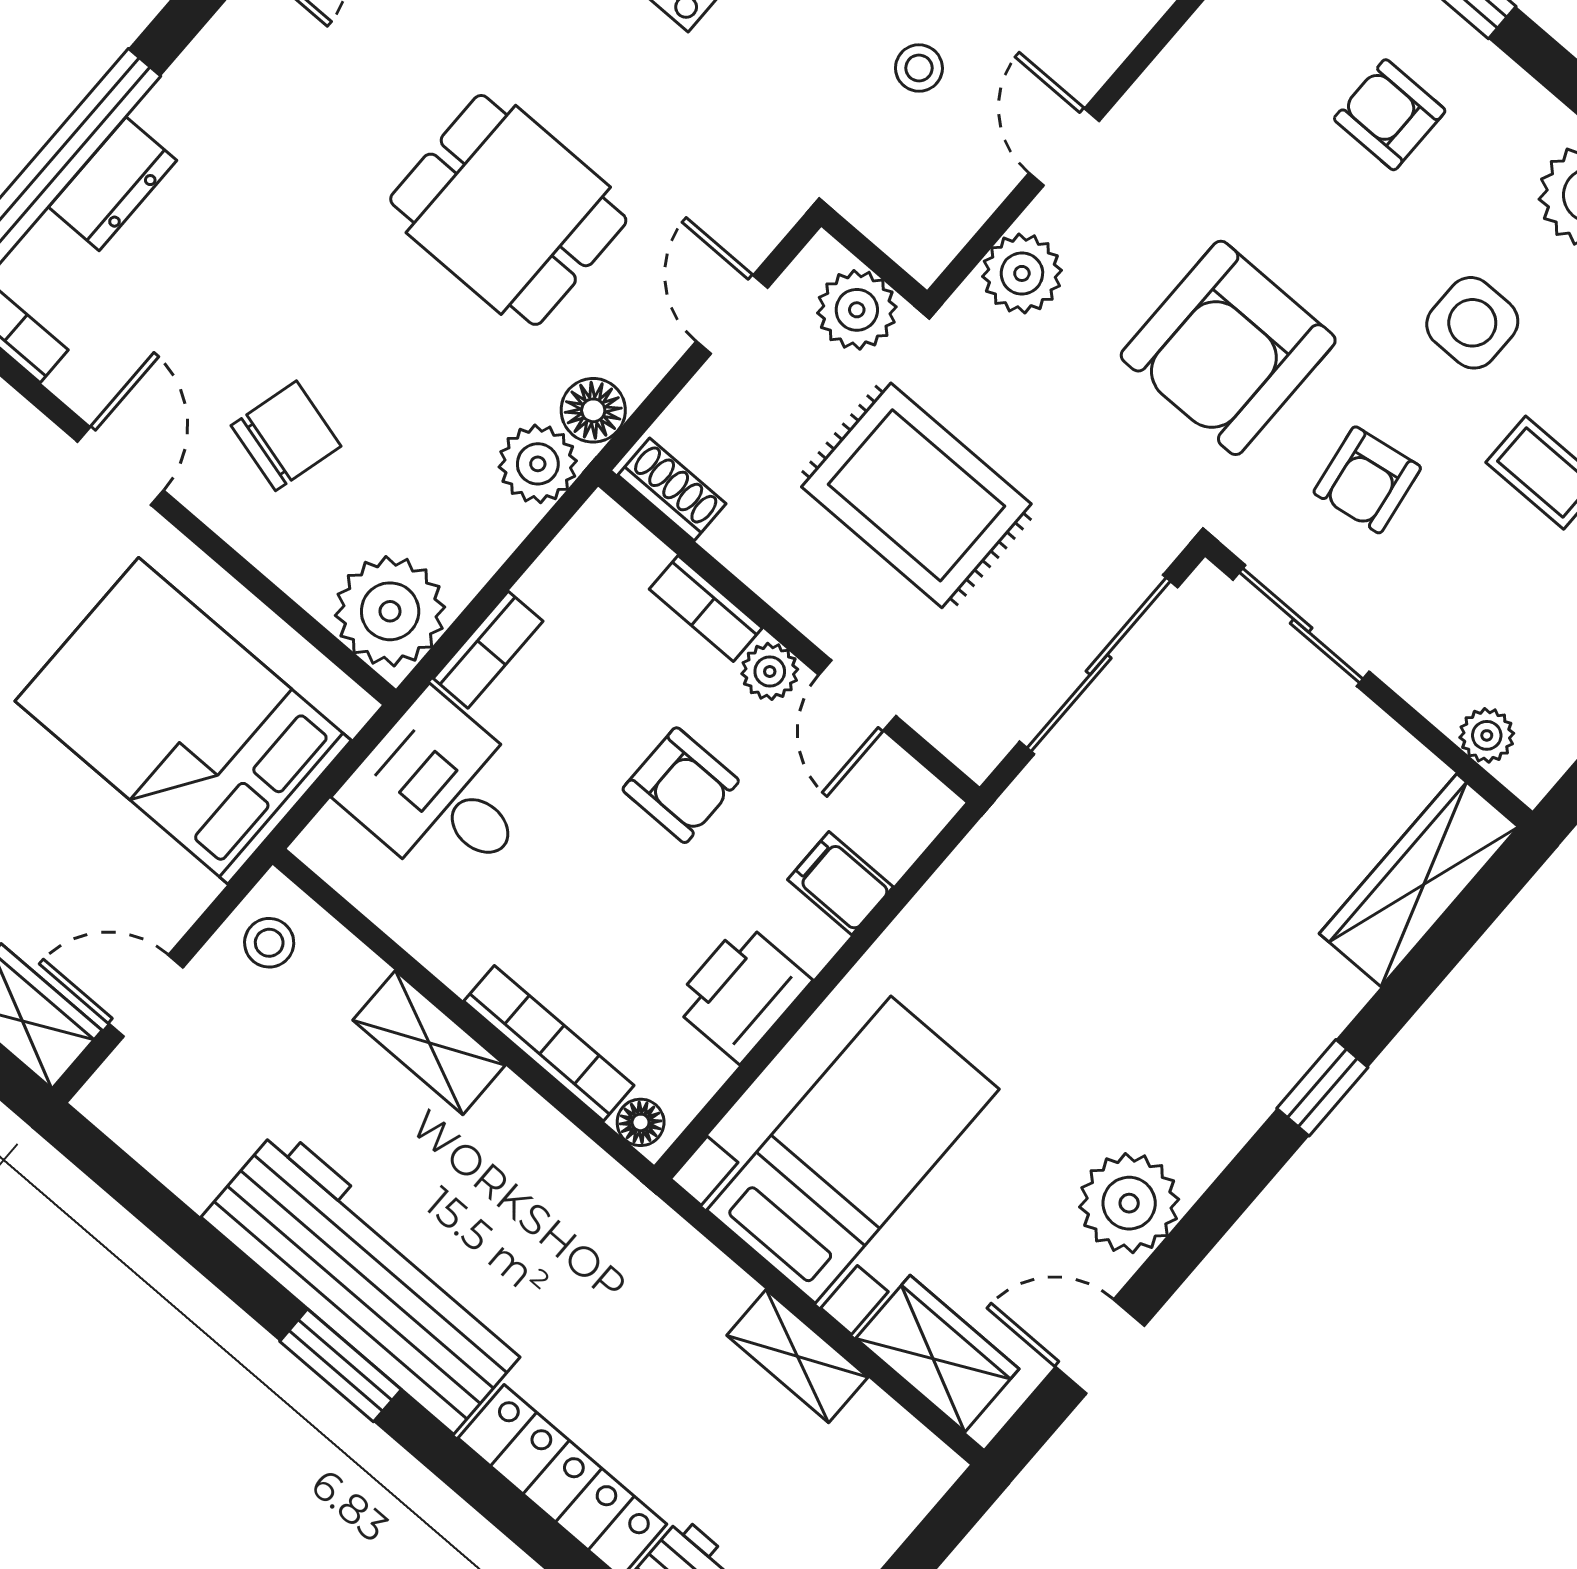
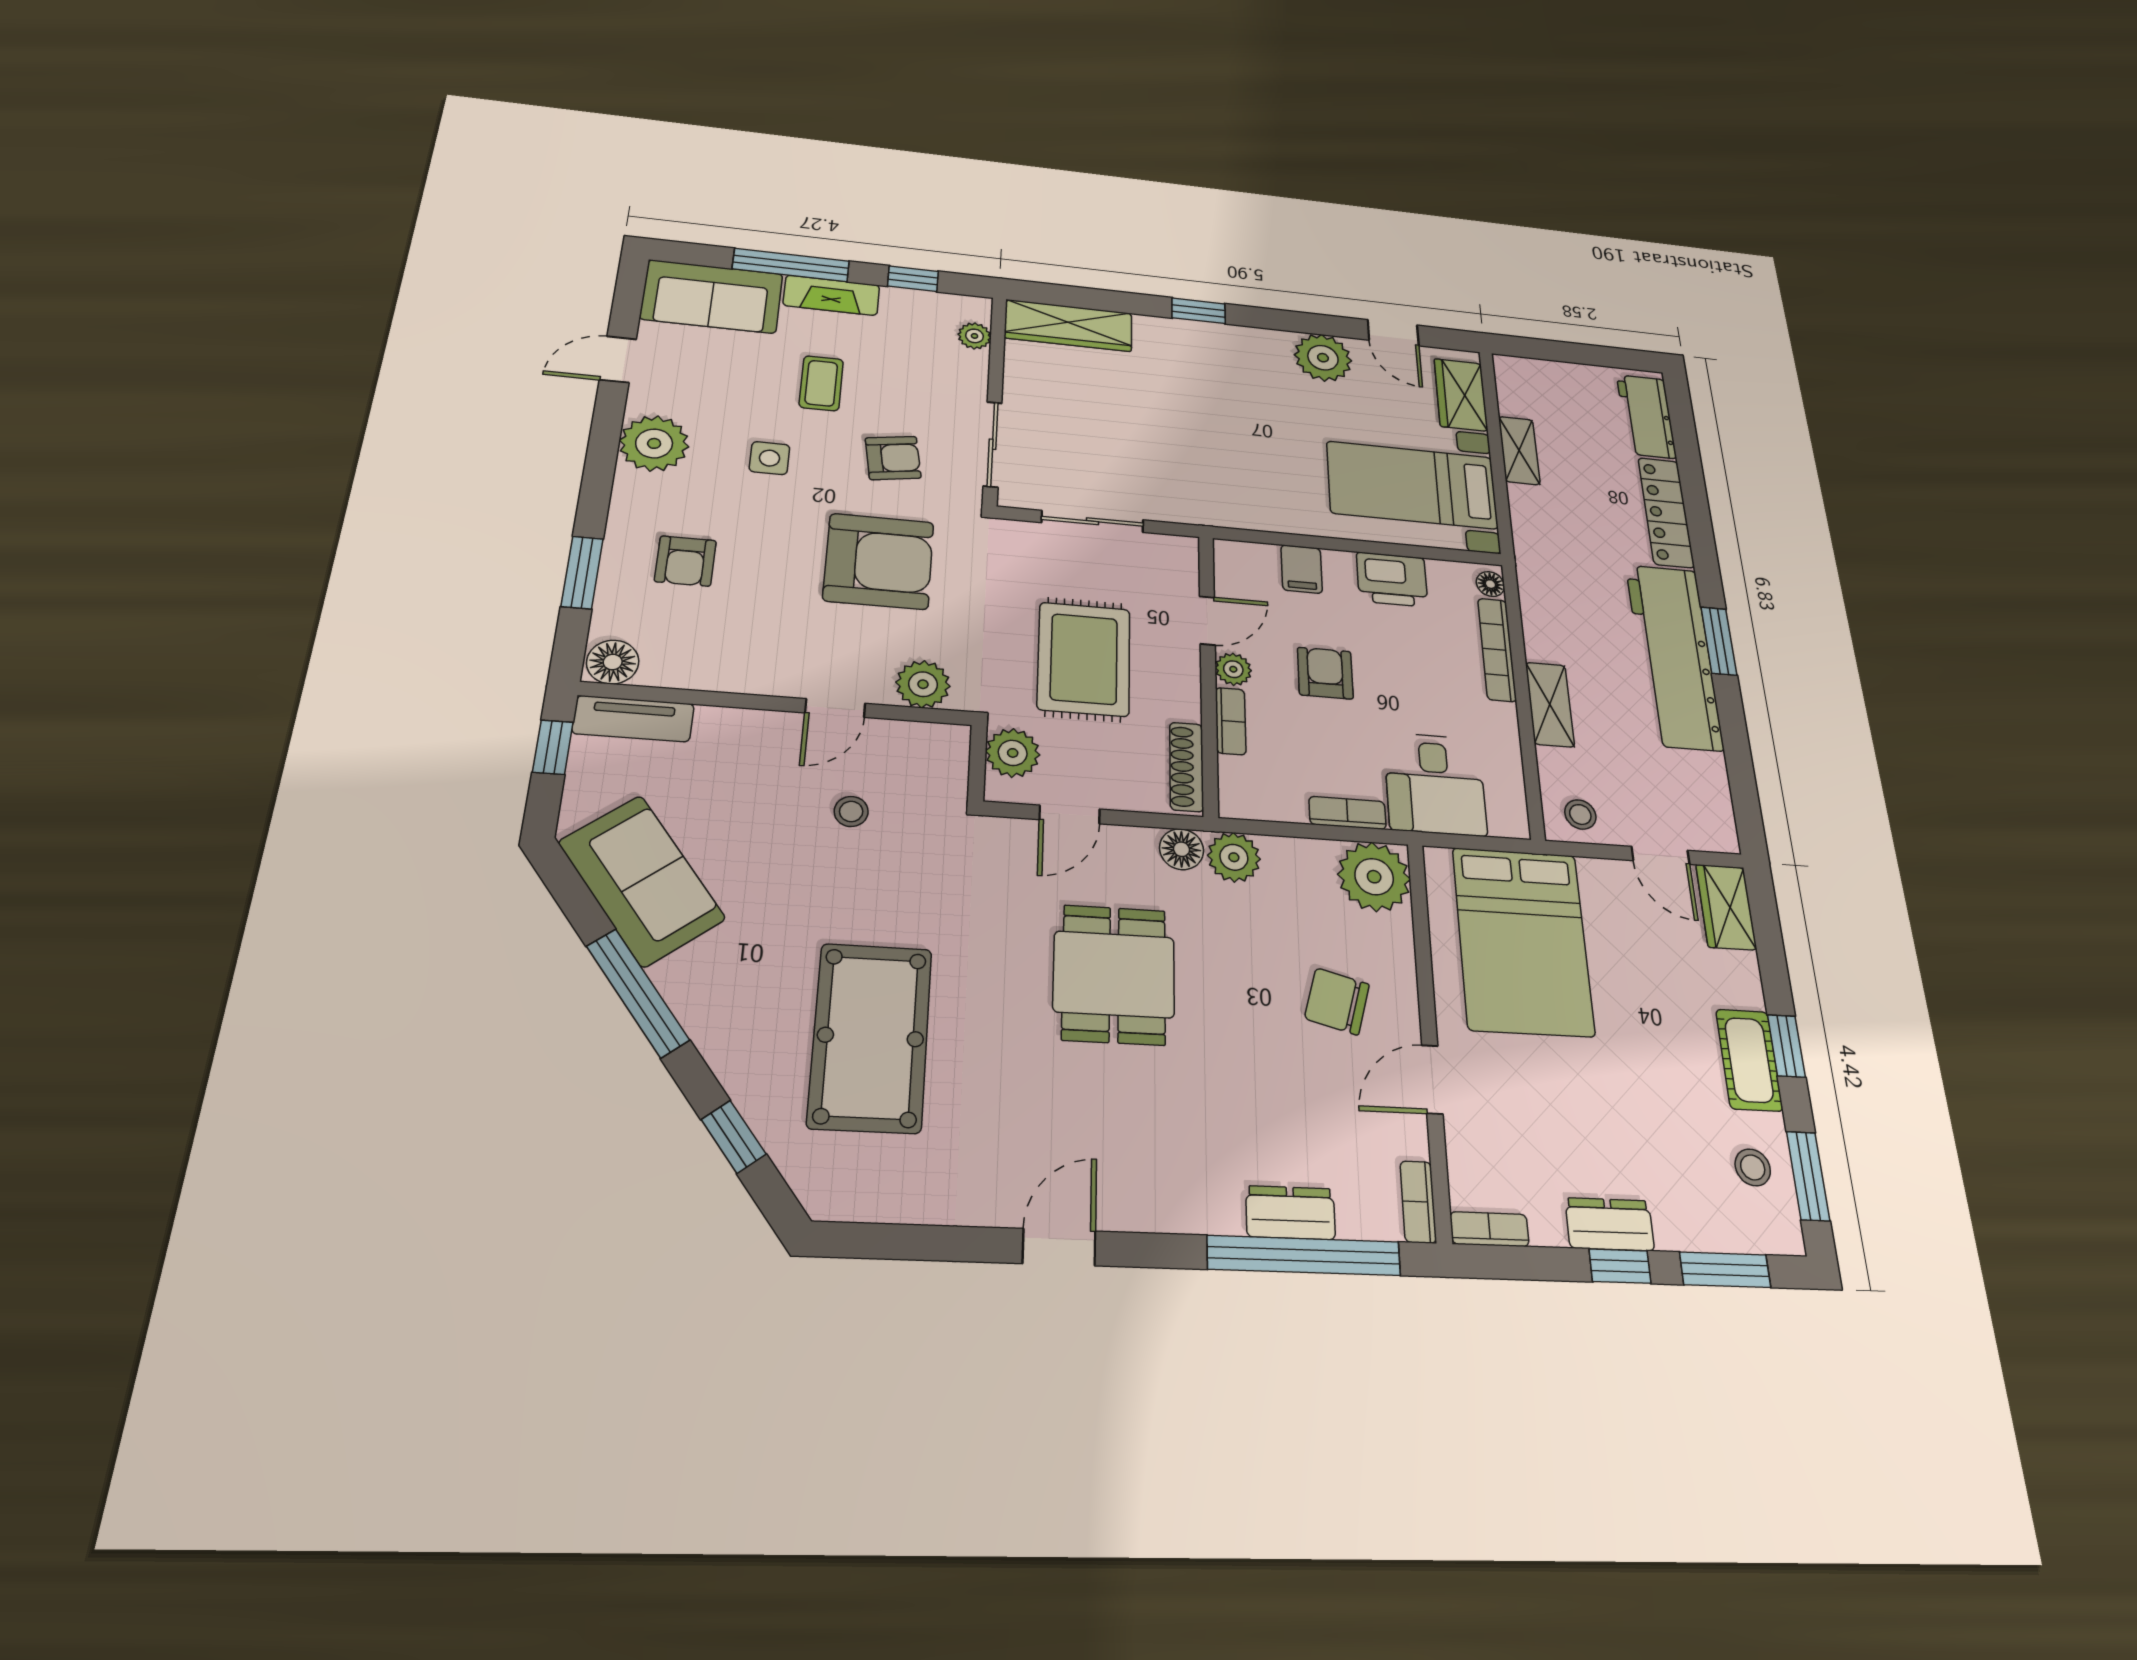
side table: (1472, 323) -> (769, 458), width x0.73, depth x0.73
shoe rack: (672, 489) -> (1187, 767), width x1.43
sliding door: (1099, 665) -> (1092, 521), width x0.73

